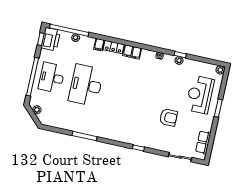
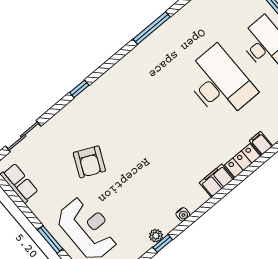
armchair: (169, 117) -> (89, 162), turned -65

